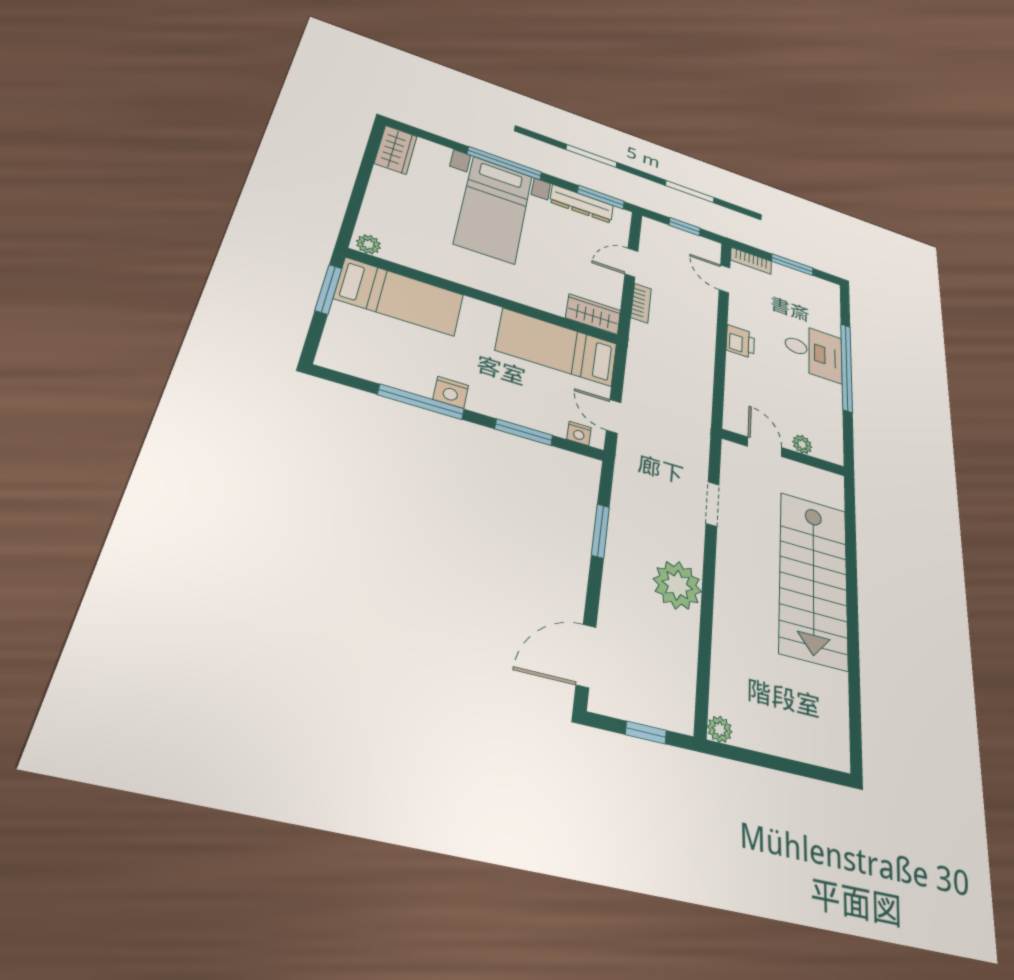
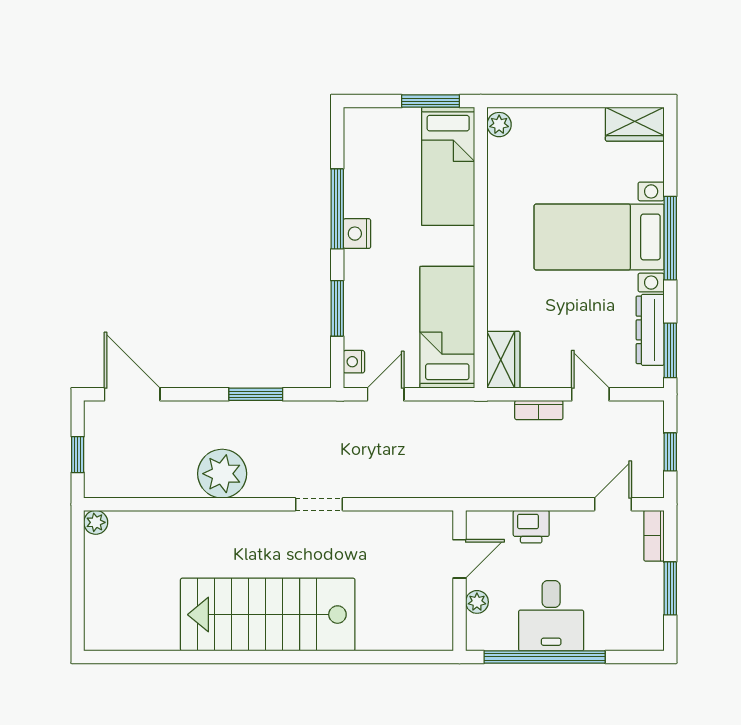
plant: (802, 444) -> (477, 602), moved
door: (765, 447) -> (459, 559), moved
wall: (784, 453) -> (459, 581), moved

